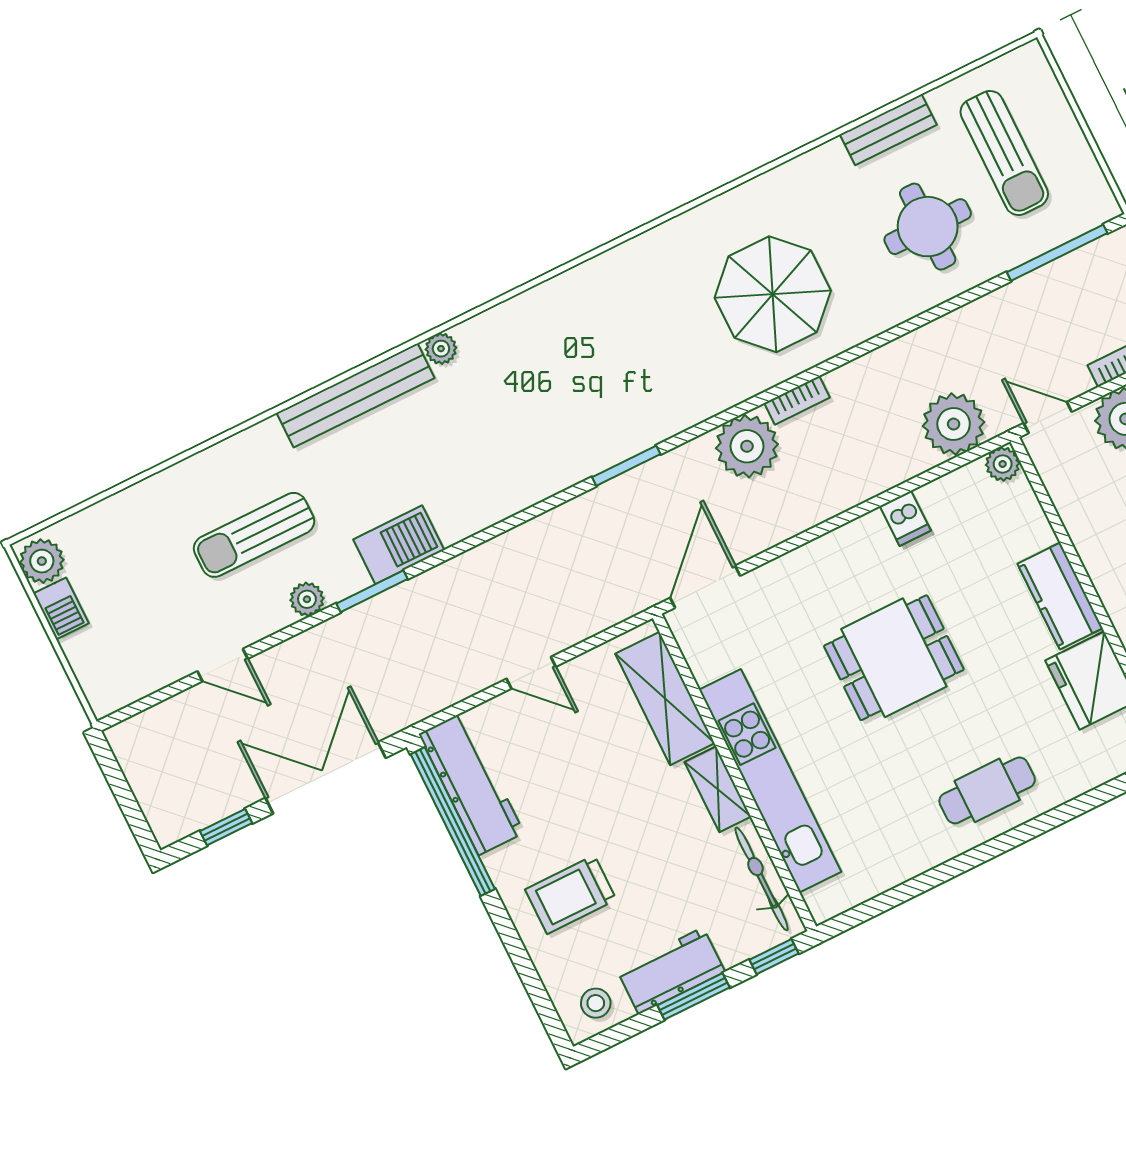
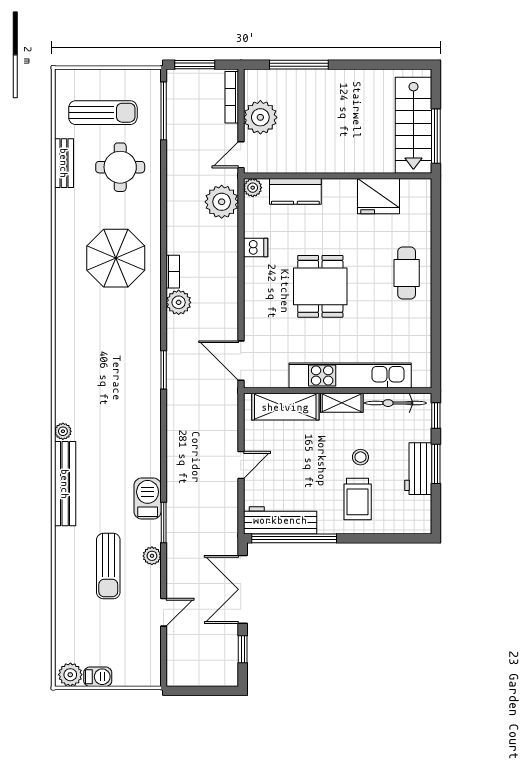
plant: (747, 446) -> (179, 302), width x0.73, depth x0.73
kitchen counter: (1060, 596) -> (295, 191), moved
stool: (596, 1003) -> (360, 457), moved

